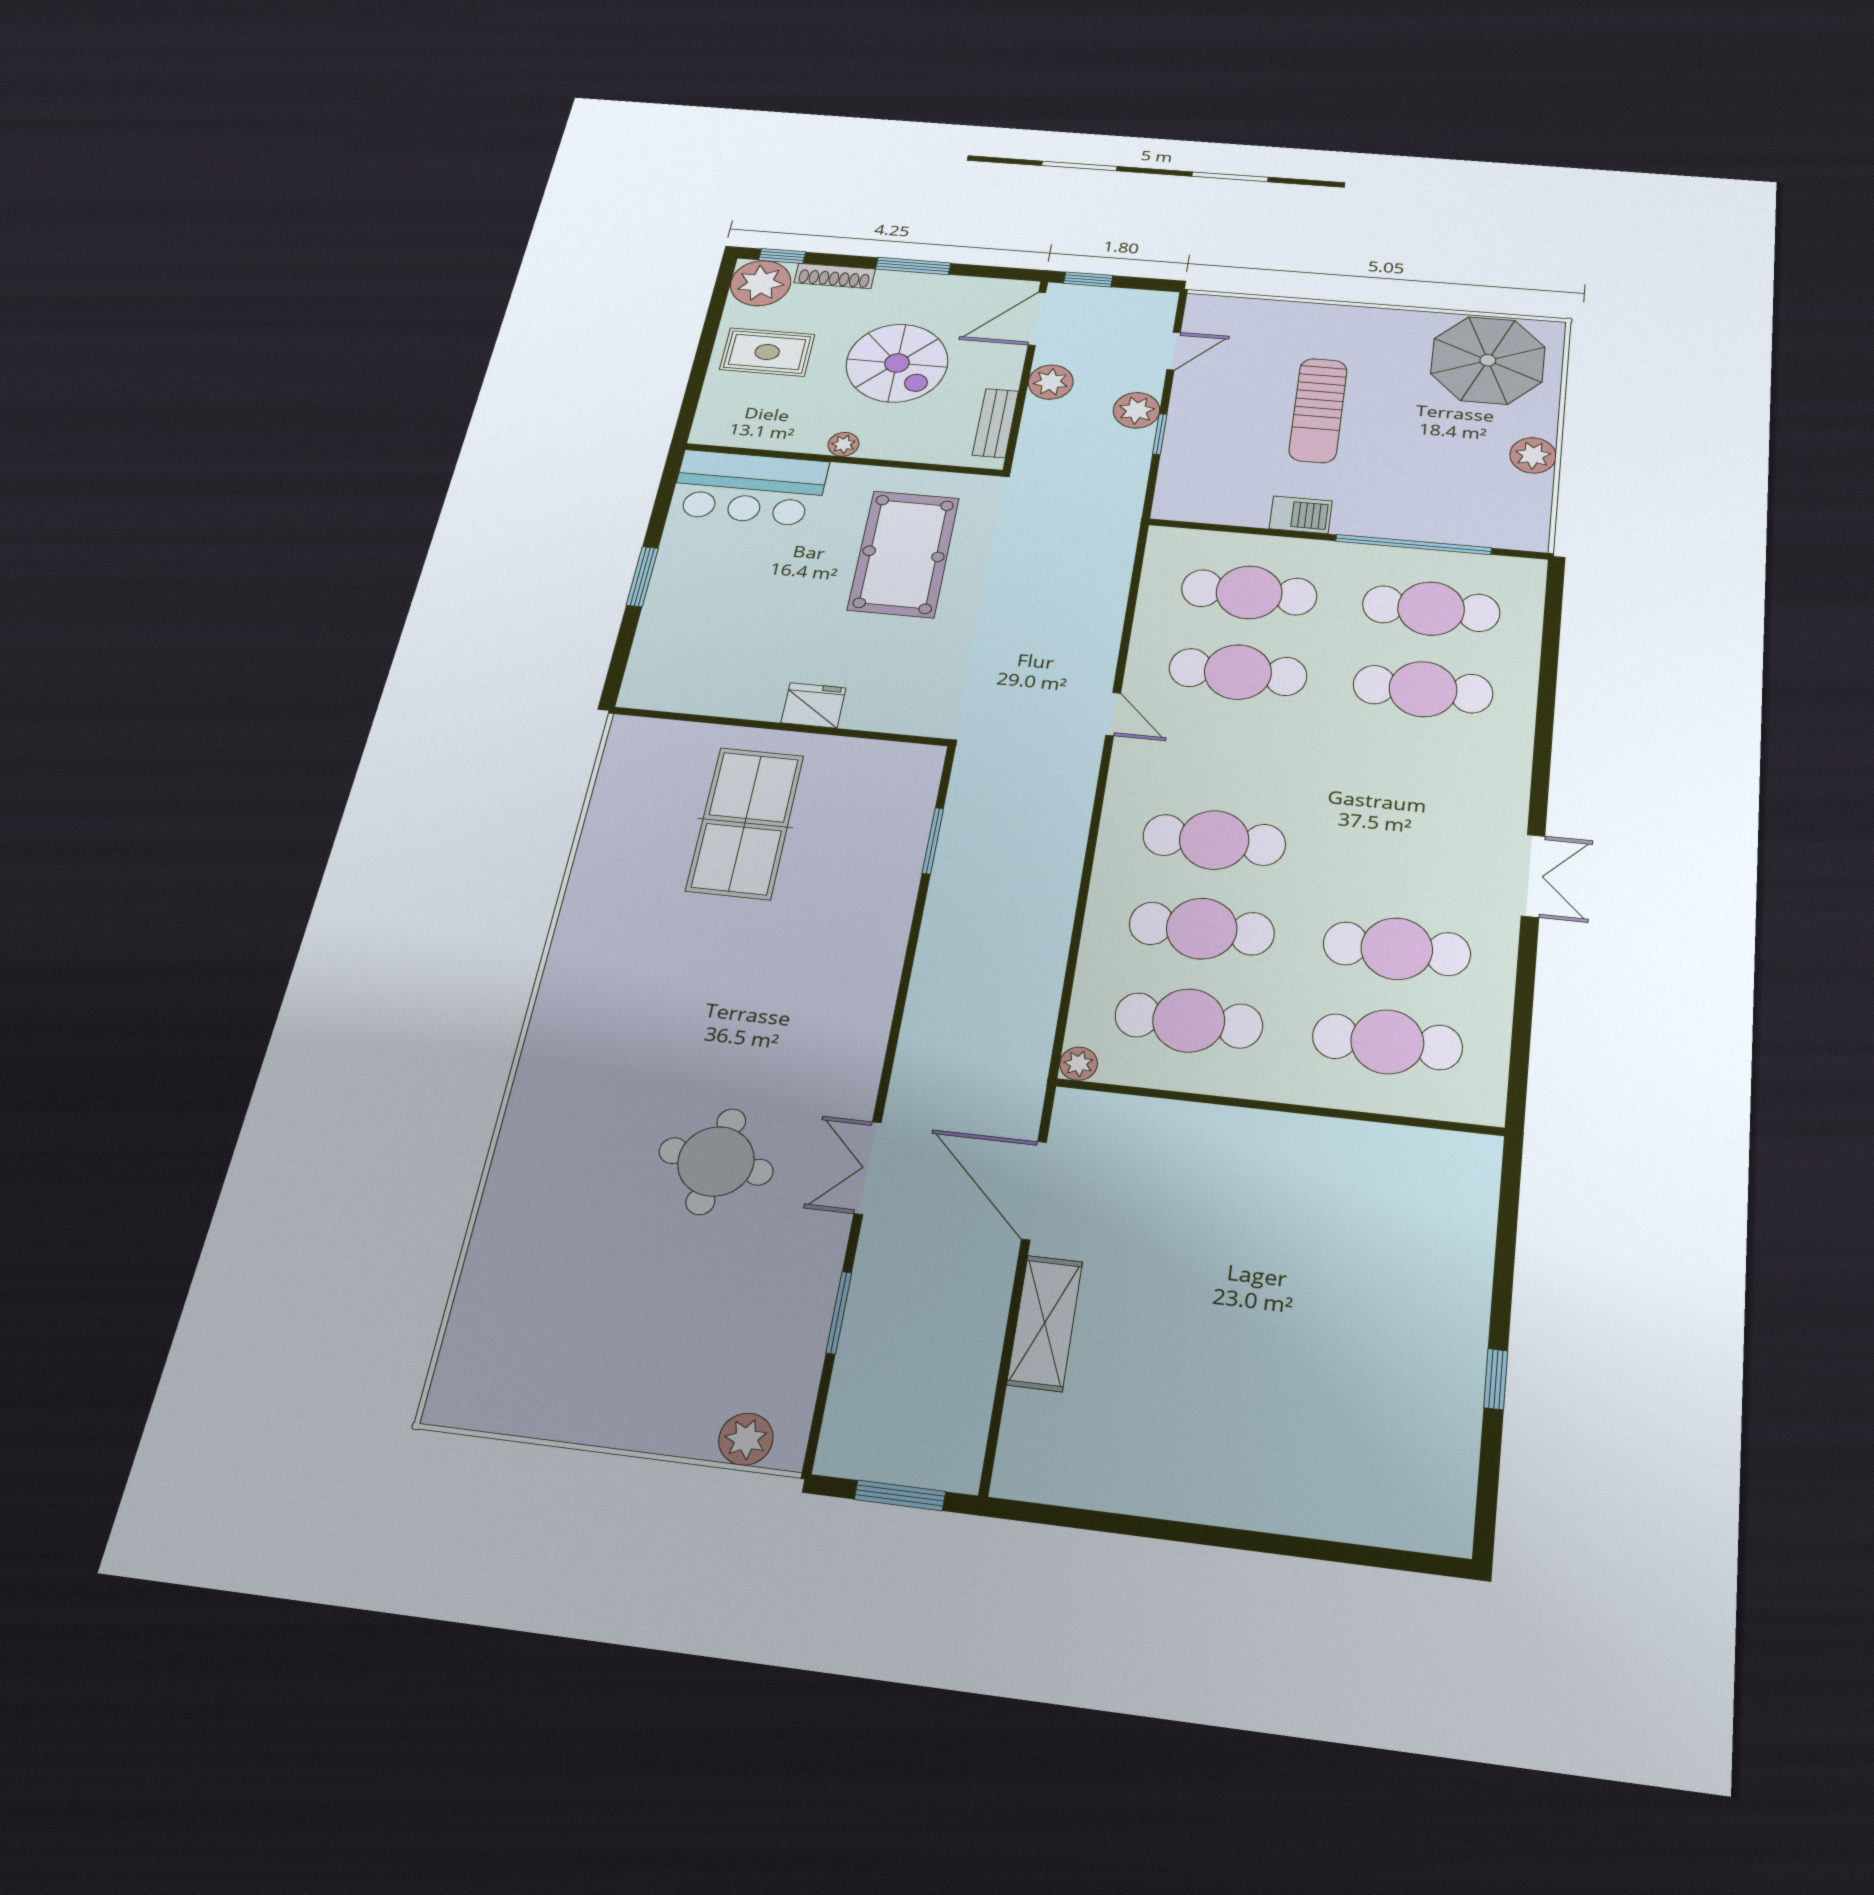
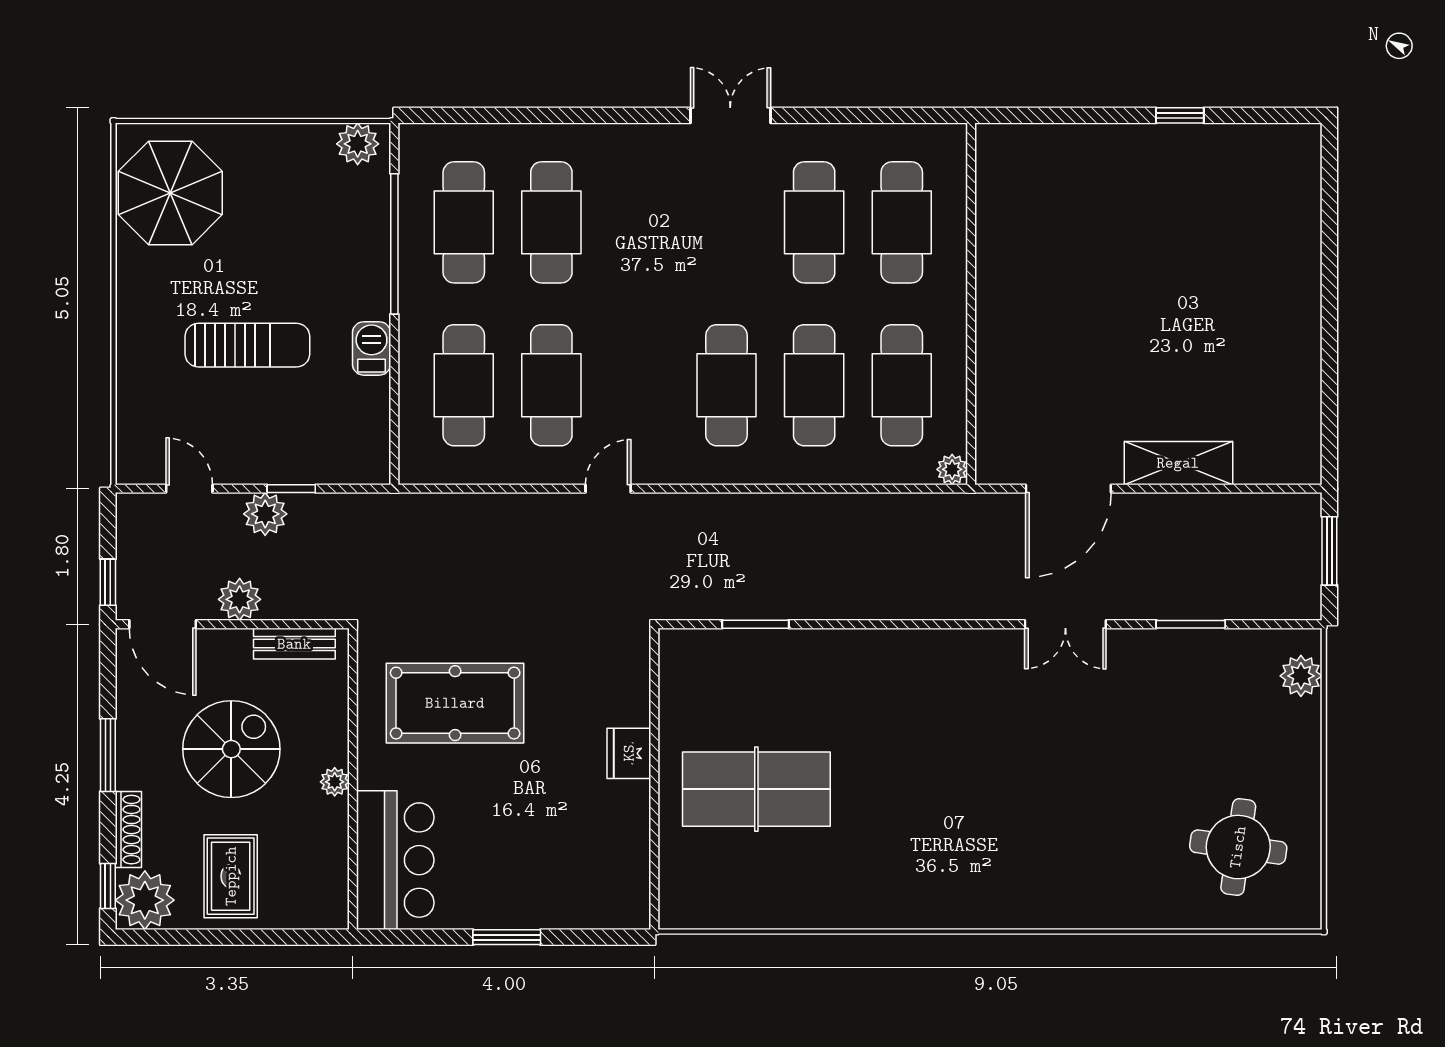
plant: (1533, 455) -> (358, 144), moved
round table: (716, 1161) -> (1238, 847), moved

